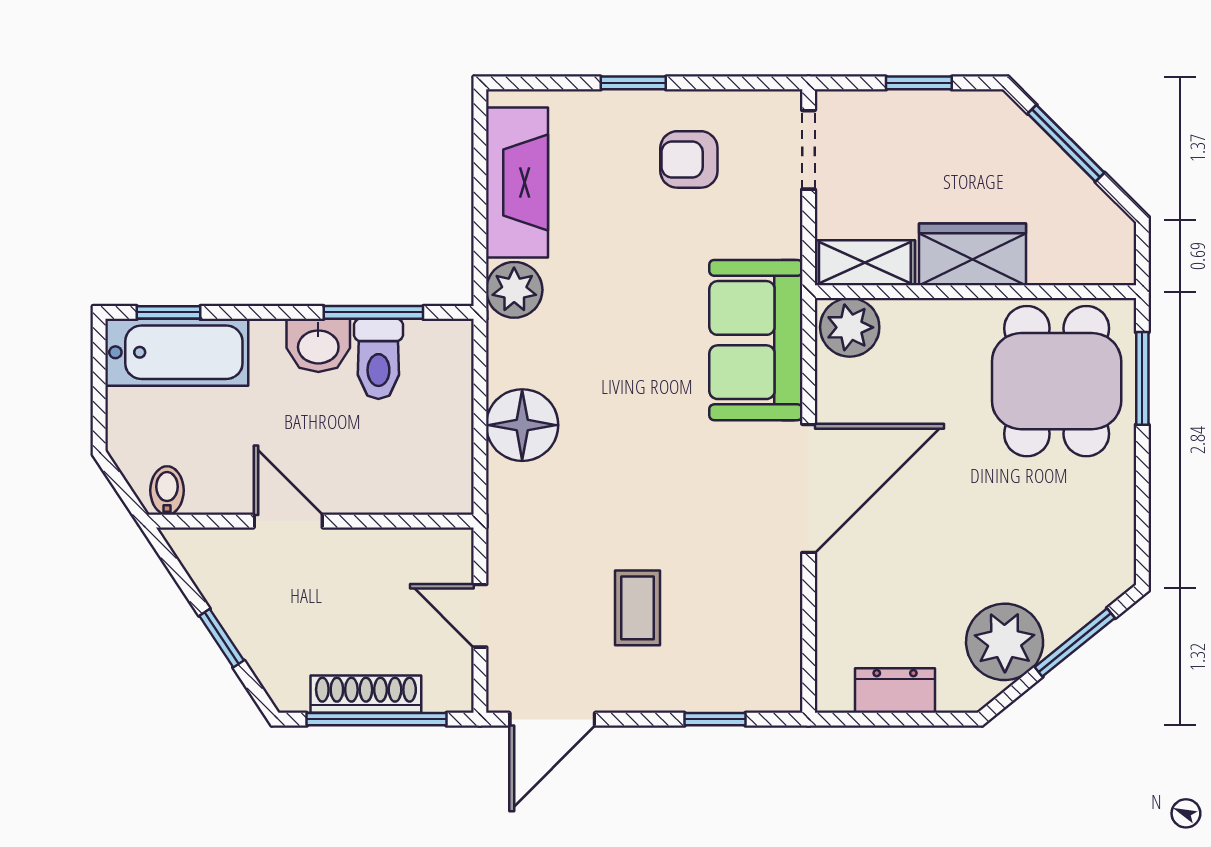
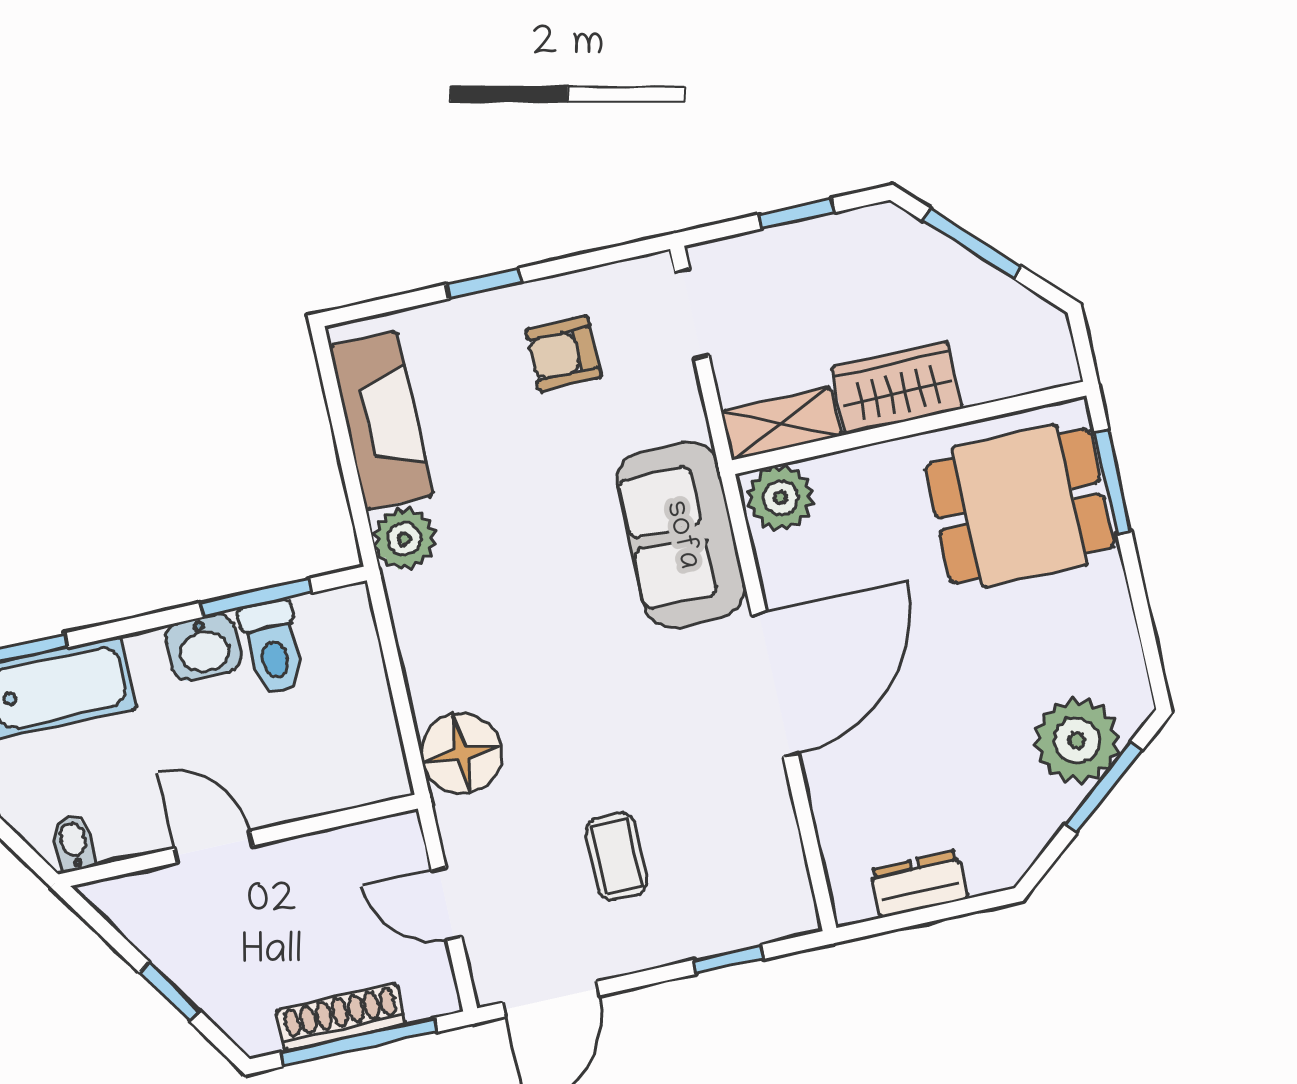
dining table: (1057, 381) -> (1020, 506), turned 90
floor lamp: (522, 425) -> (461, 754), moved
plant: (1005, 642) -> (1077, 741), moved

